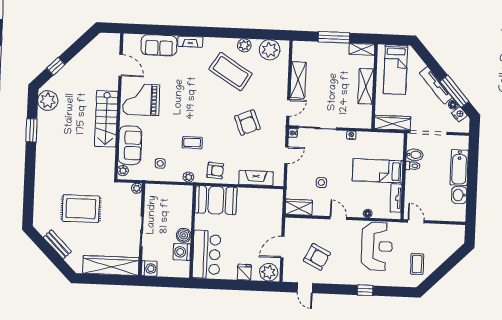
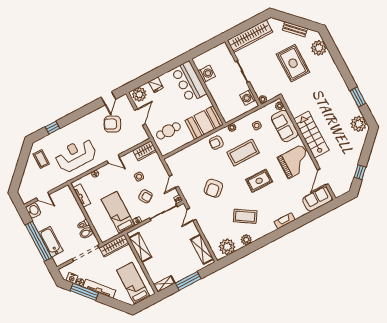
sofa: (159, 45) -> (317, 199), moved
door: (121, 65) -> (323, 177), hinge flipped
window: (56, 66) -> (360, 172), moved
coffee table: (231, 72) -> (245, 216), width x0.73, depth x0.76
shelving: (298, 80) -> (202, 249), moved
shelving: (366, 86) -> (140, 247), moved
rug: (193, 102) -> (259, 181), added
armchair: (247, 123) -> (213, 188), turned -111
coffee table: (192, 143) -> (243, 153), width x1.86, depth x1.72
armchair: (327, 157) -> (146, 196), added
bed: (378, 171) -> (118, 213), moved, turned -90
window: (472, 176) -> (39, 241), added
fireplace: (256, 178) -> (186, 154), removed
washbasin: (459, 195) -> (33, 210), moved
plant: (43, 209) -> (319, 48), added
rug: (81, 209) -> (293, 63), turned 90
cafe table: (260, 214) -> (168, 131), added
door: (416, 221) -> (43, 196), moved
boiler: (184, 235) -> (212, 86), removed
reception desk: (377, 246) -> (76, 155), turned 90
washing machine: (149, 268) -> (248, 98), moved
door: (305, 288) -> (108, 98), swing flipped
window: (365, 290) -> (52, 128), moved

